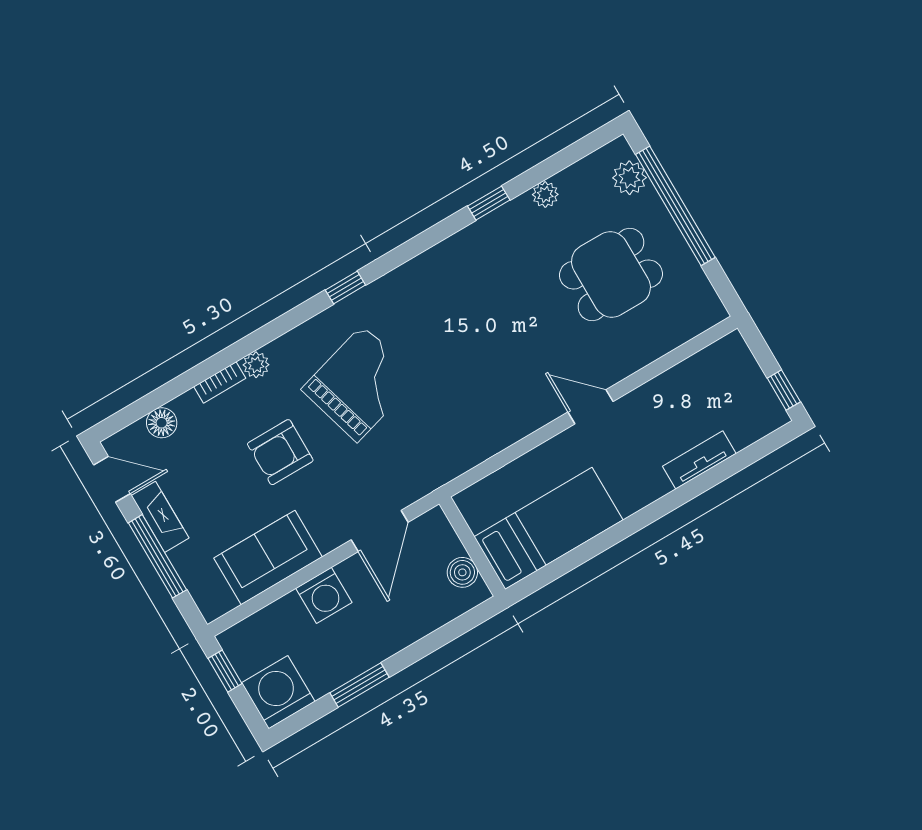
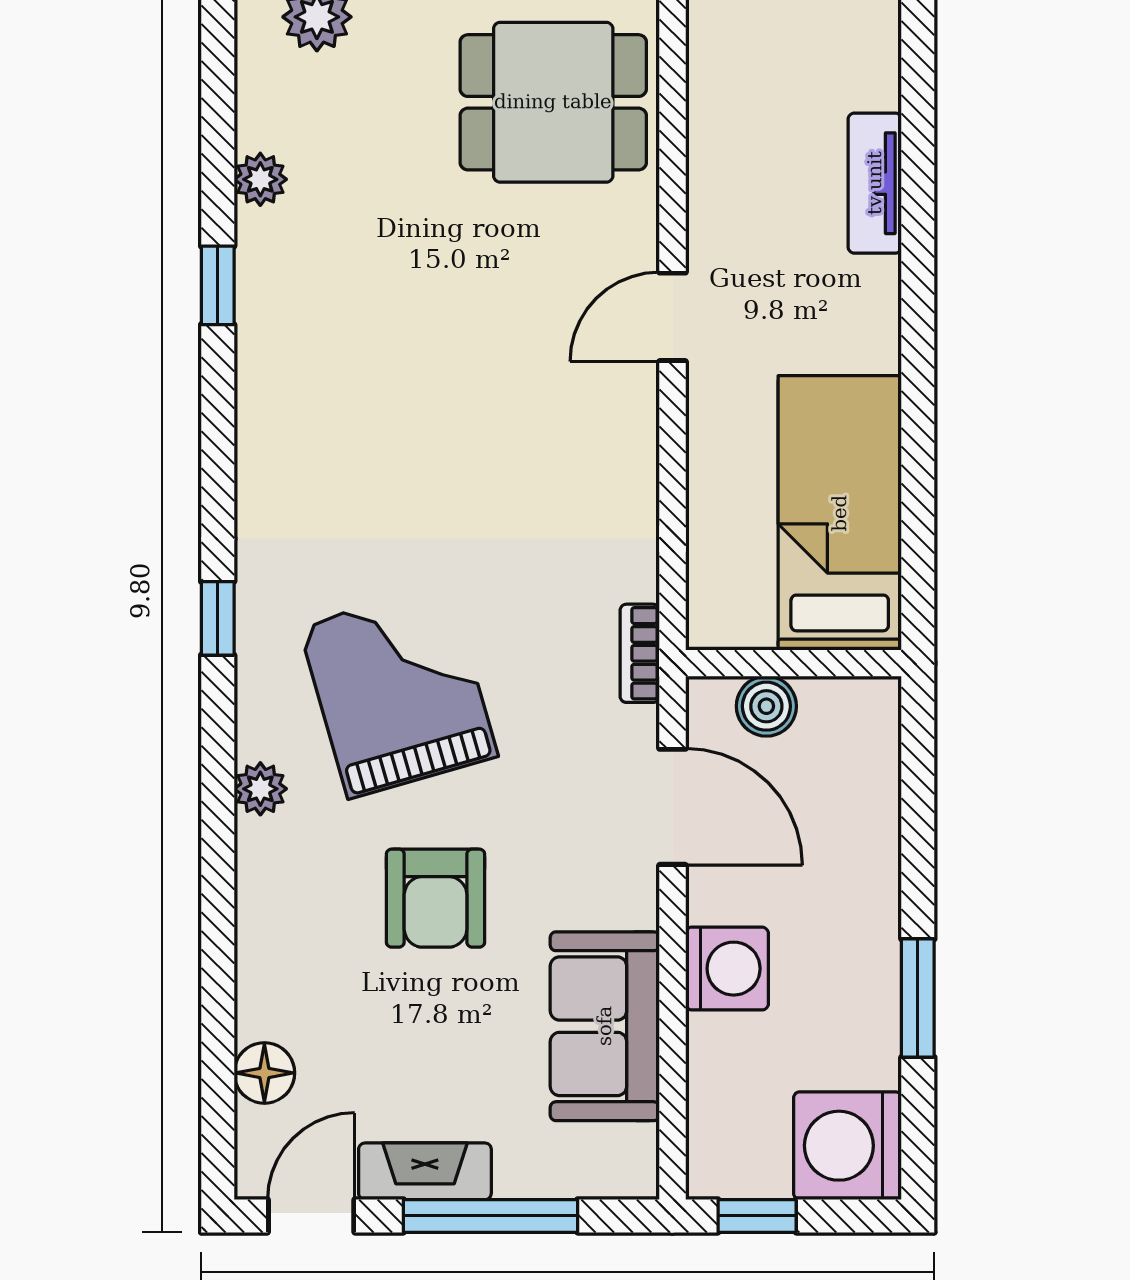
dining table: (611, 274) -> (553, 102), moved, turned 90
plant: (256, 365) -> (260, 789), moved
bookcase: (220, 382) -> (640, 653), moved, turned 180
boiler: (462, 572) -> (766, 706), moved

